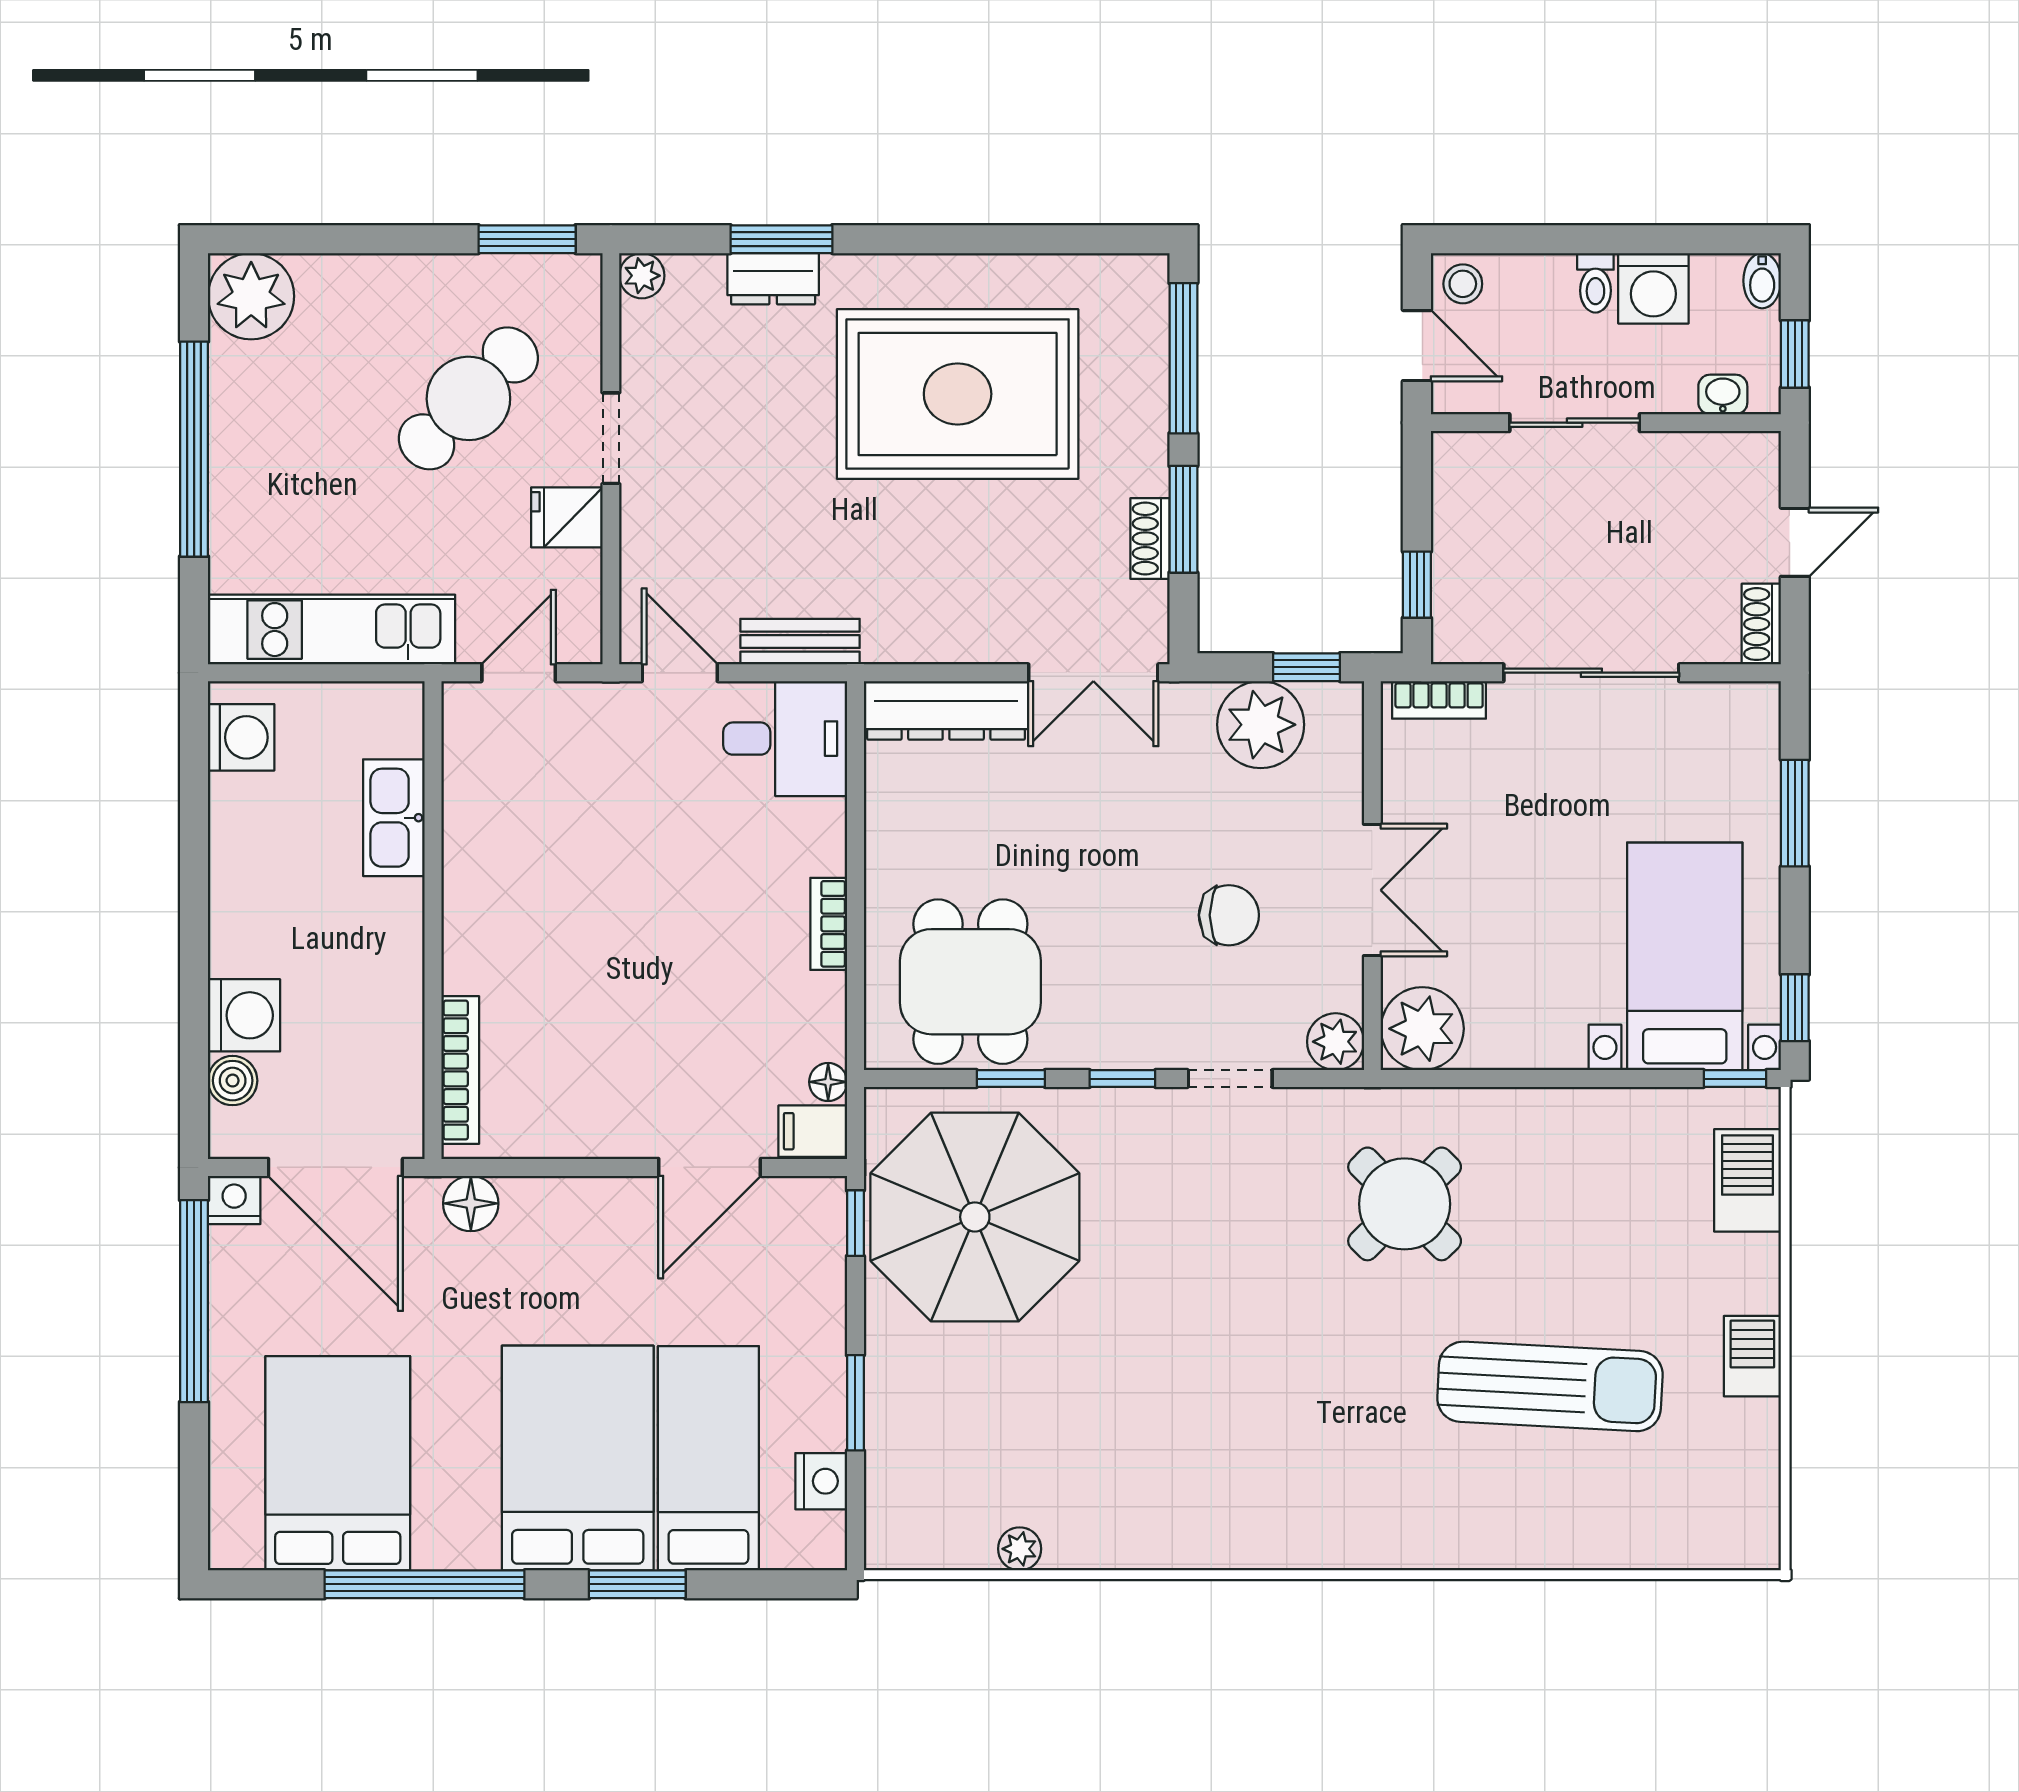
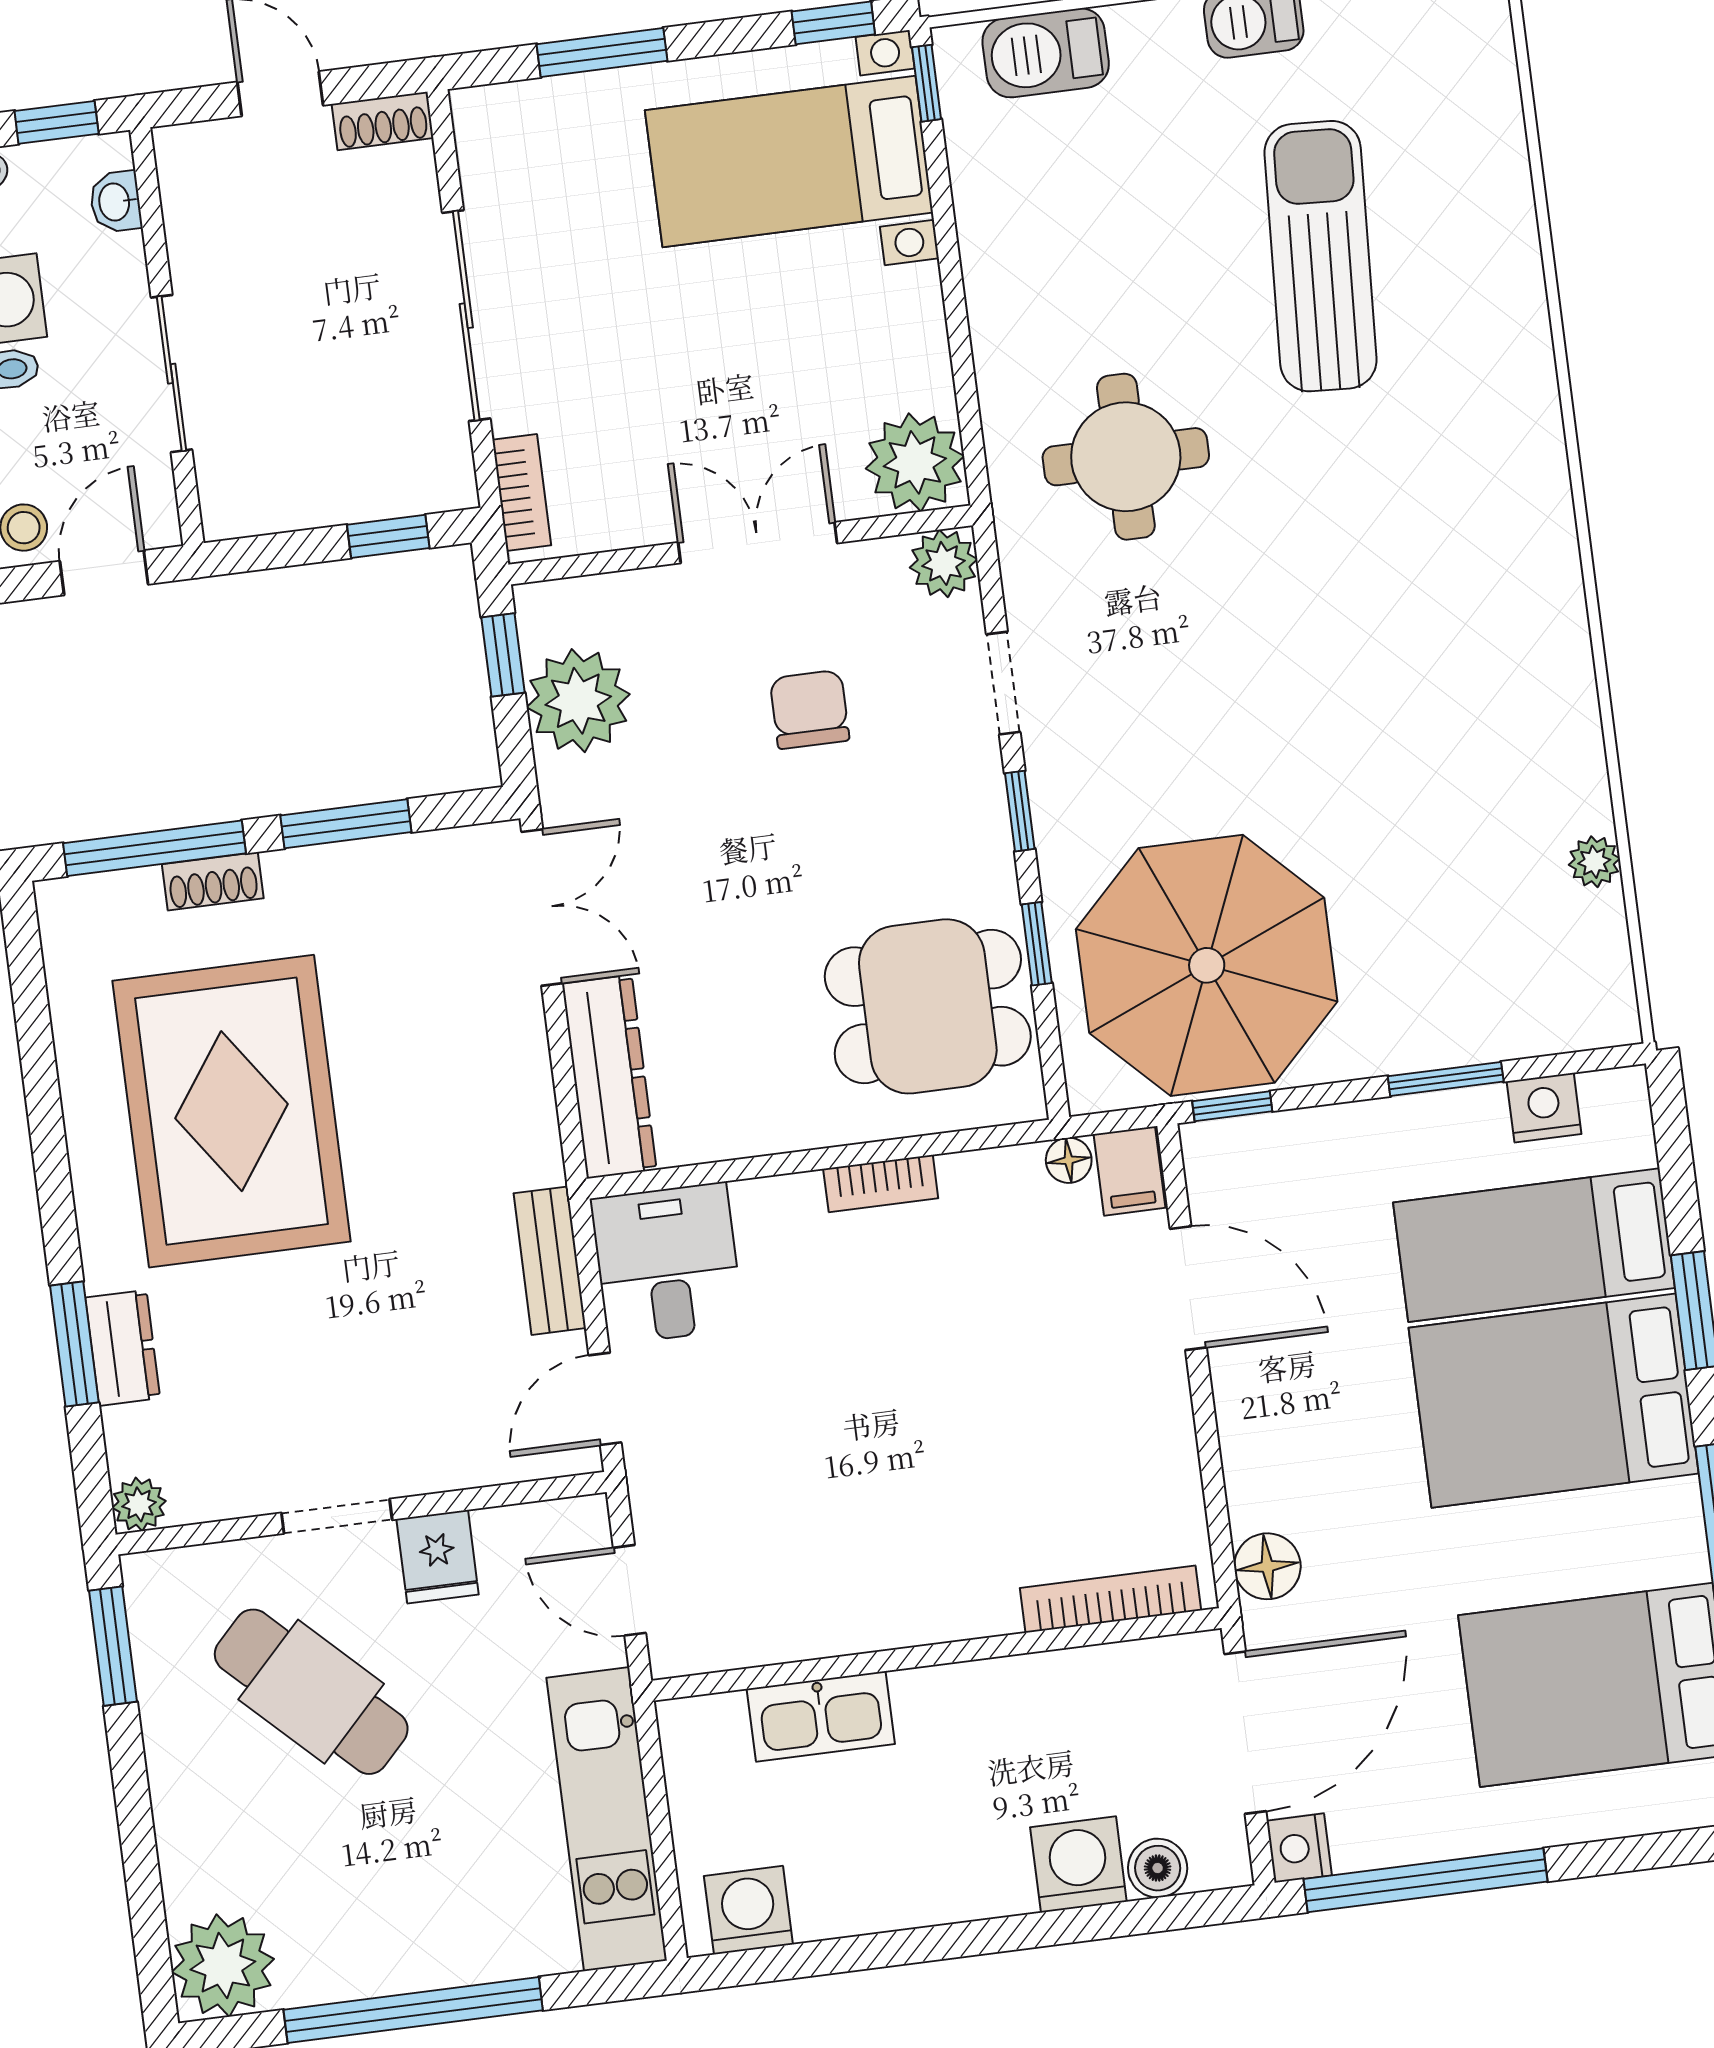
shoe rack: (1150, 538) -> (213, 881), moved
round table: (1405, 1204) -> (1126, 457), turned 45

